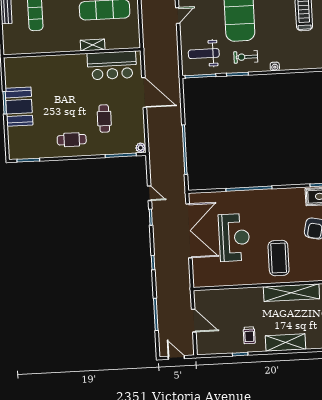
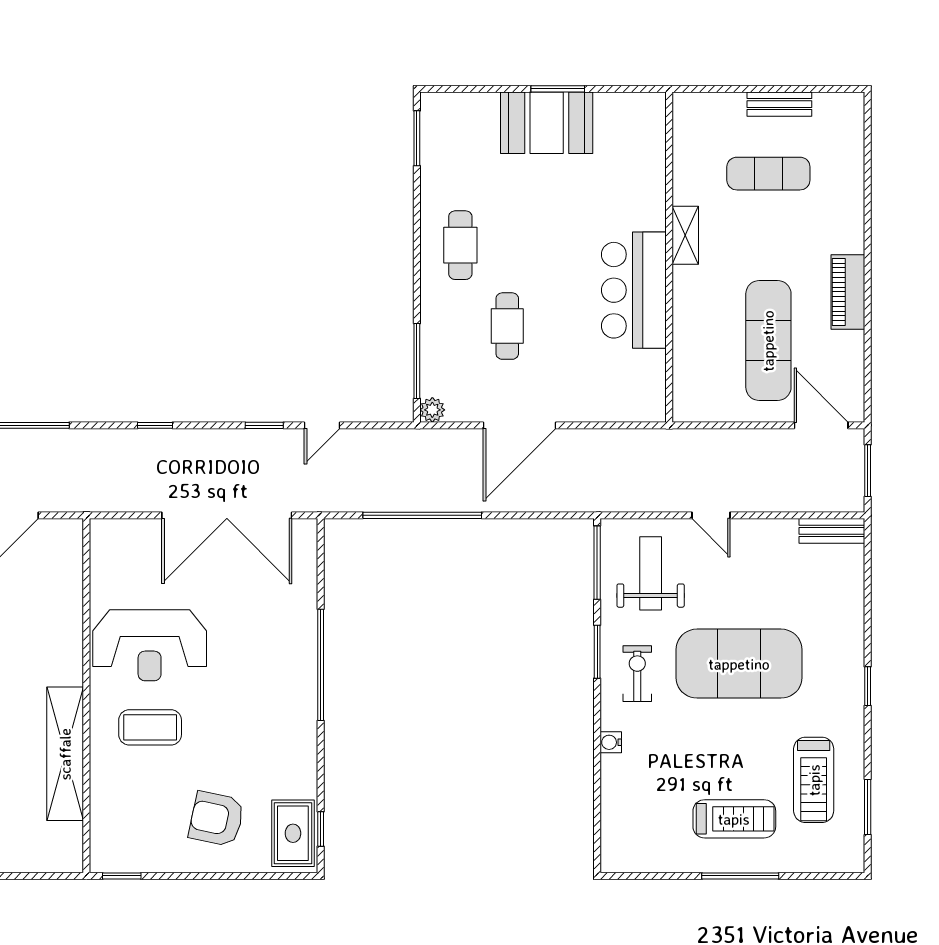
door: (178, 16) -> (711, 515), moved
shelving: (93, 45) -> (685, 235), moved
bar counter: (112, 65) -> (634, 290), moved
door: (144, 92) -> (520, 425), moved
cafe table: (104, 119) -> (507, 326), turned 90
reception desk: (234, 238) -> (150, 645), moved
coffee table: (279, 258) -> (150, 727), width x0.73, depth x0.76

